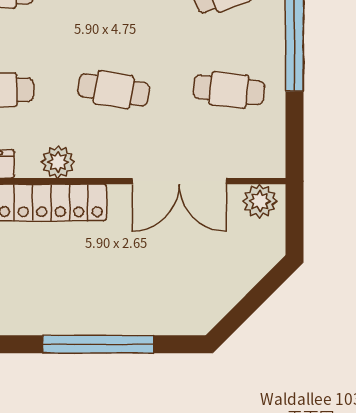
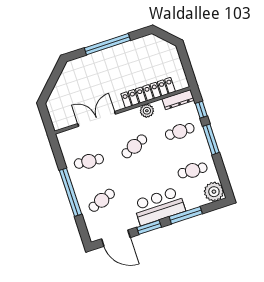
cafe table: (114, 90) -> (134, 146), turned -33
plant: (260, 201) -> (62, 121), removed

